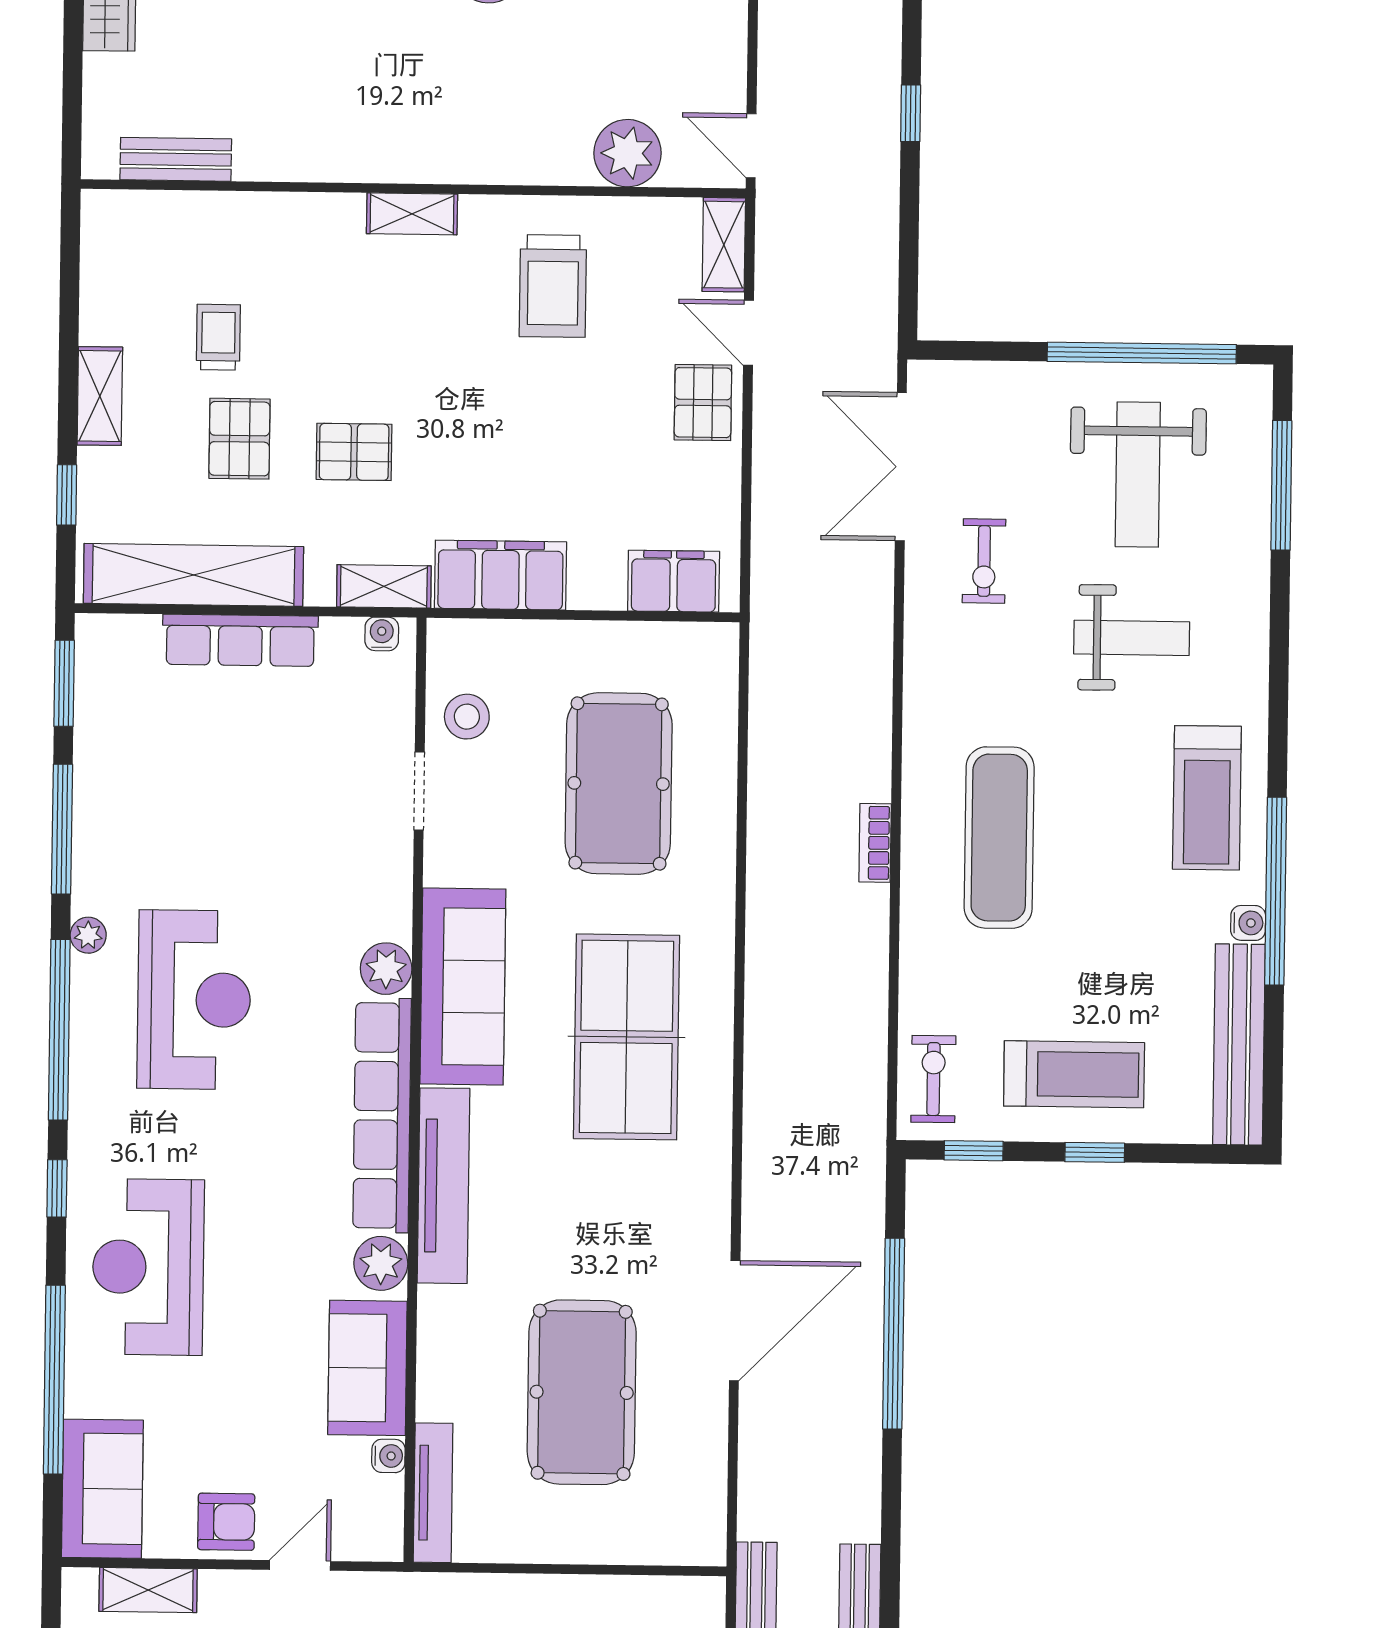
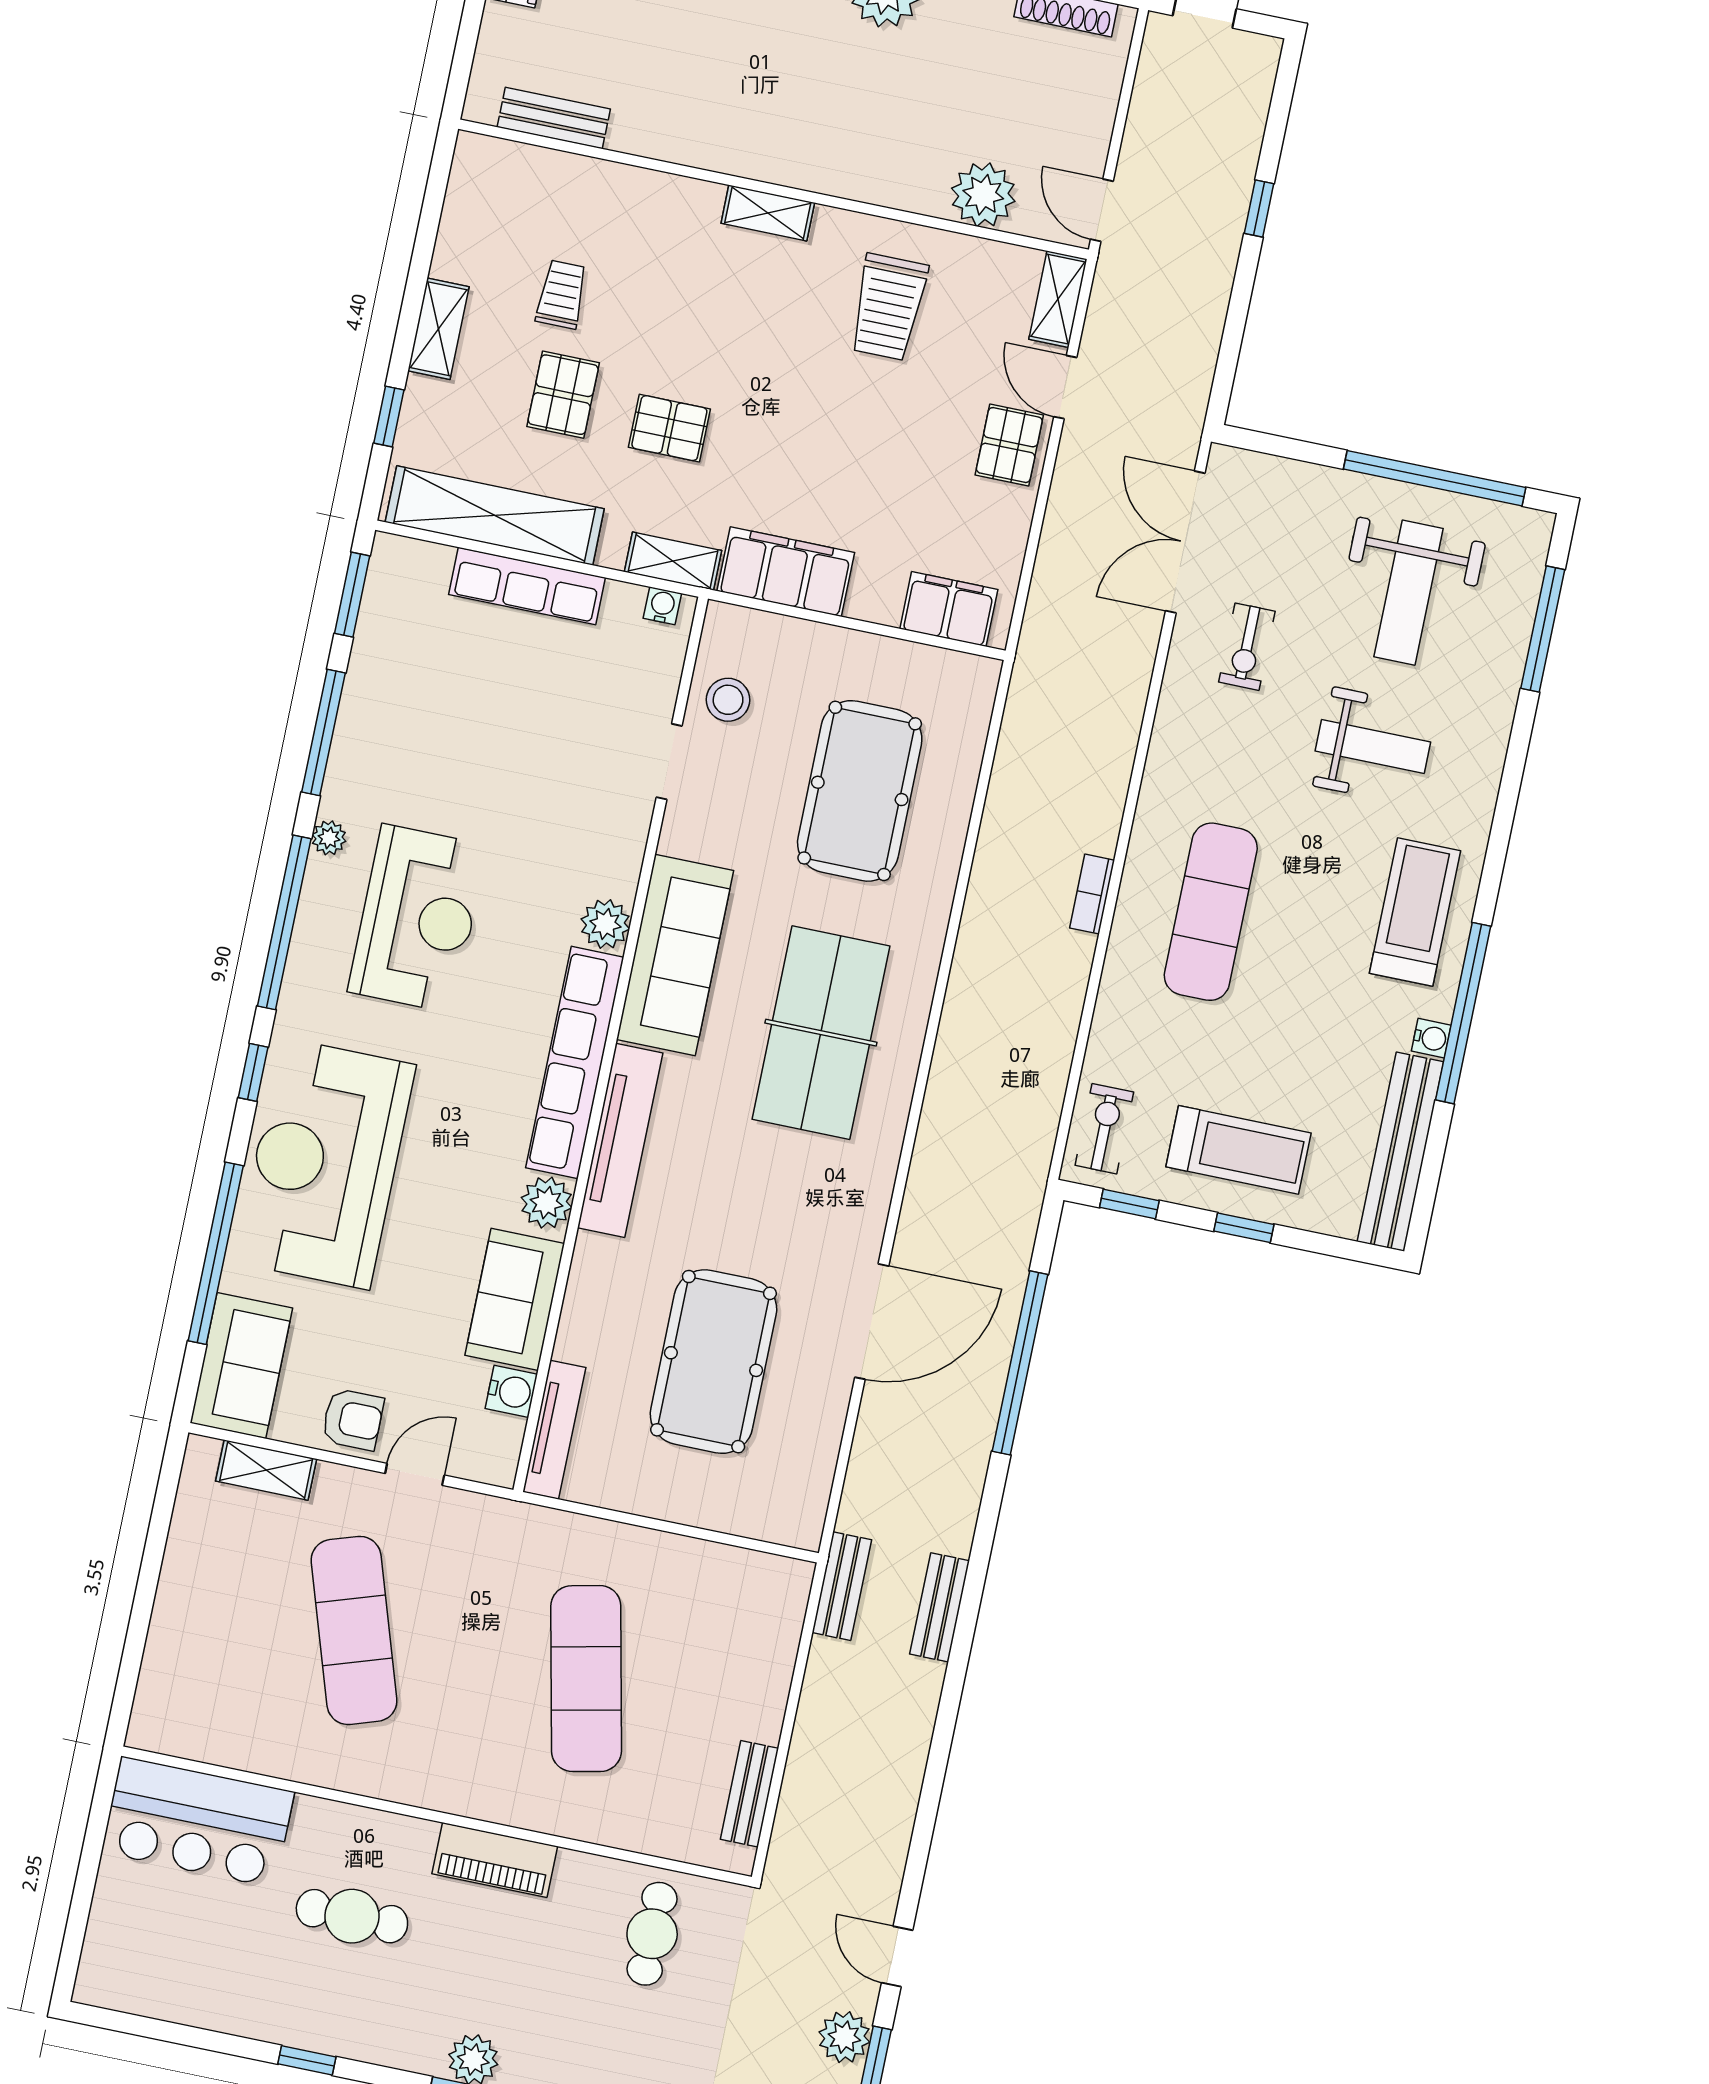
treadmill: (1207, 798) -> (1415, 912), turned 180
reception desk: (148, 1267) -> (325, 1164), width x1.36, depth x1.30
water cooler: (388, 1456) -> (511, 1391), width x1.38, depth x1.38

